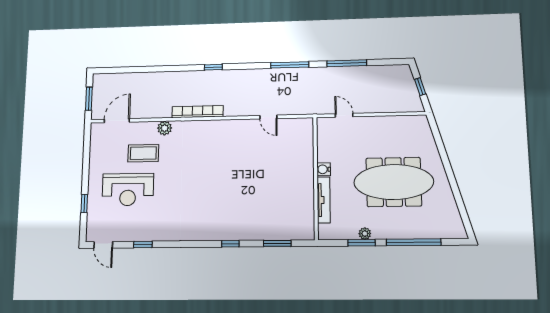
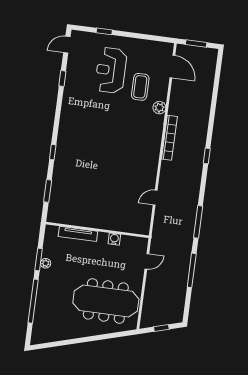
water cooler: (324, 169) -> (114, 239), moved
meeting table: (394, 182) -> (106, 301), moved, turned 90

